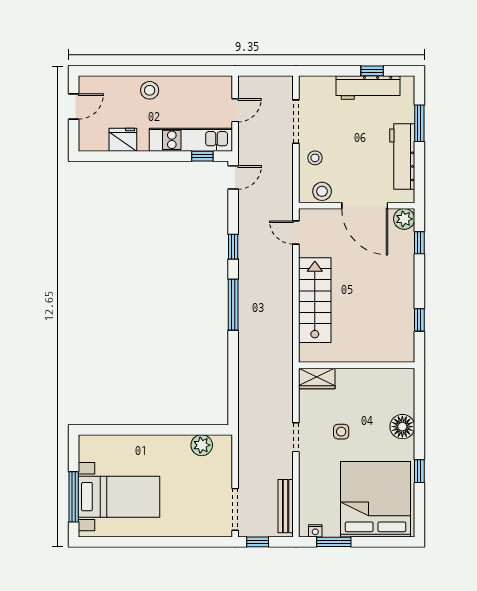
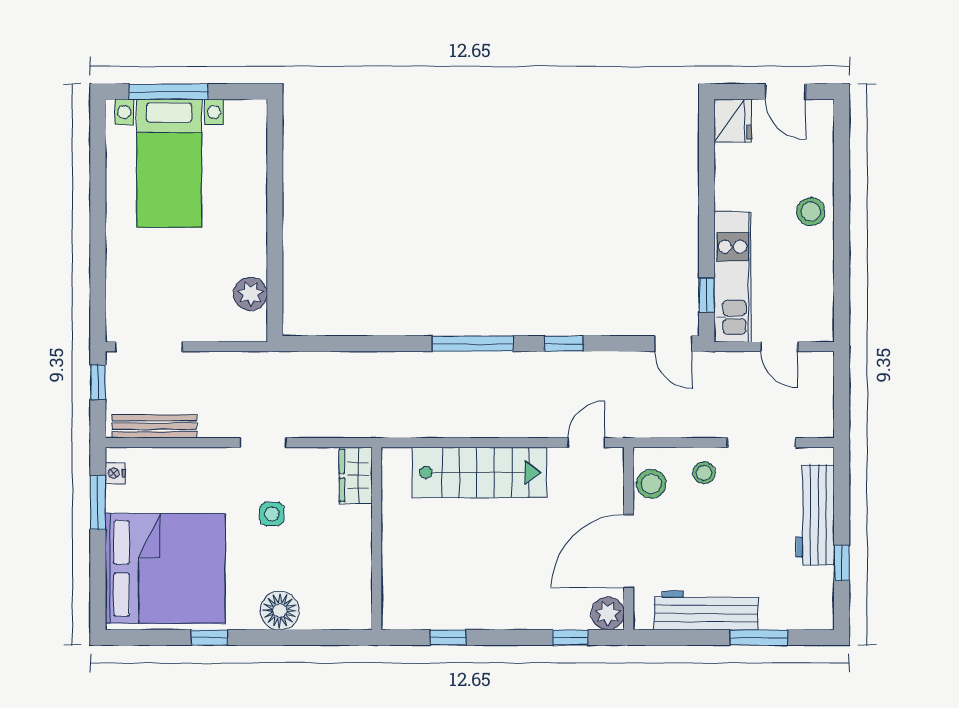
workbench: (368, 87) -> (815, 515), moved
fridge: (123, 140) -> (733, 121), moved

